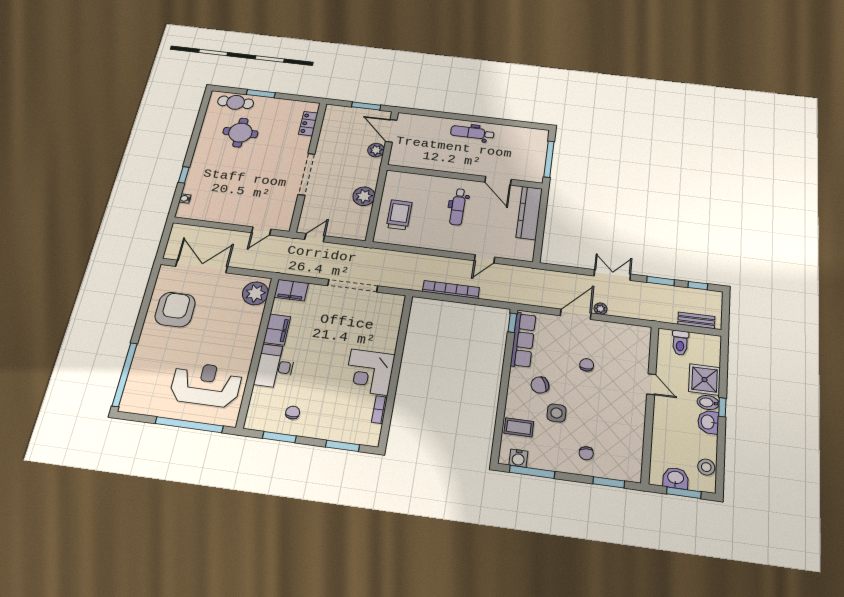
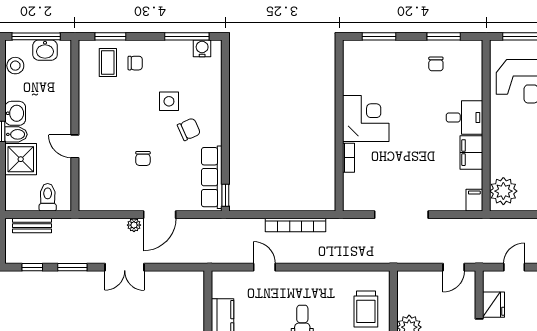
fridge: (286, 204) -> (494, 305), added
door: (485, 259) -> (264, 267), hinge flipped
filing cabinet: (291, 290) -> (474, 200), width x0.50
desk: (275, 366) -> (464, 117), width x0.73
bookcase: (380, 410) -> (348, 158), moved
coffee table: (519, 427) -> (108, 63), moved, turned 90
chair: (586, 453) -> (135, 63), turned 97
window: (684, 493) -> (36, 36), width x1.44

